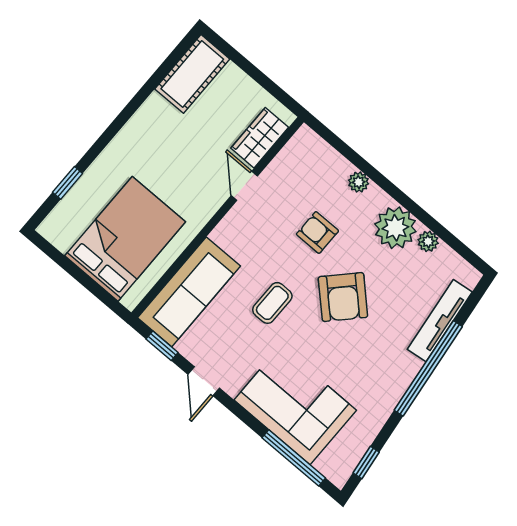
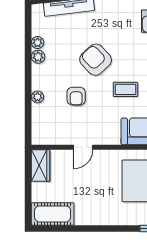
wardrobe: (260, 138) -> (41, 165), moved, turned -90
plant: (395, 228) -> (38, 57), width x0.53, depth x0.53
armchair: (343, 297) -> (96, 60), turned -87

